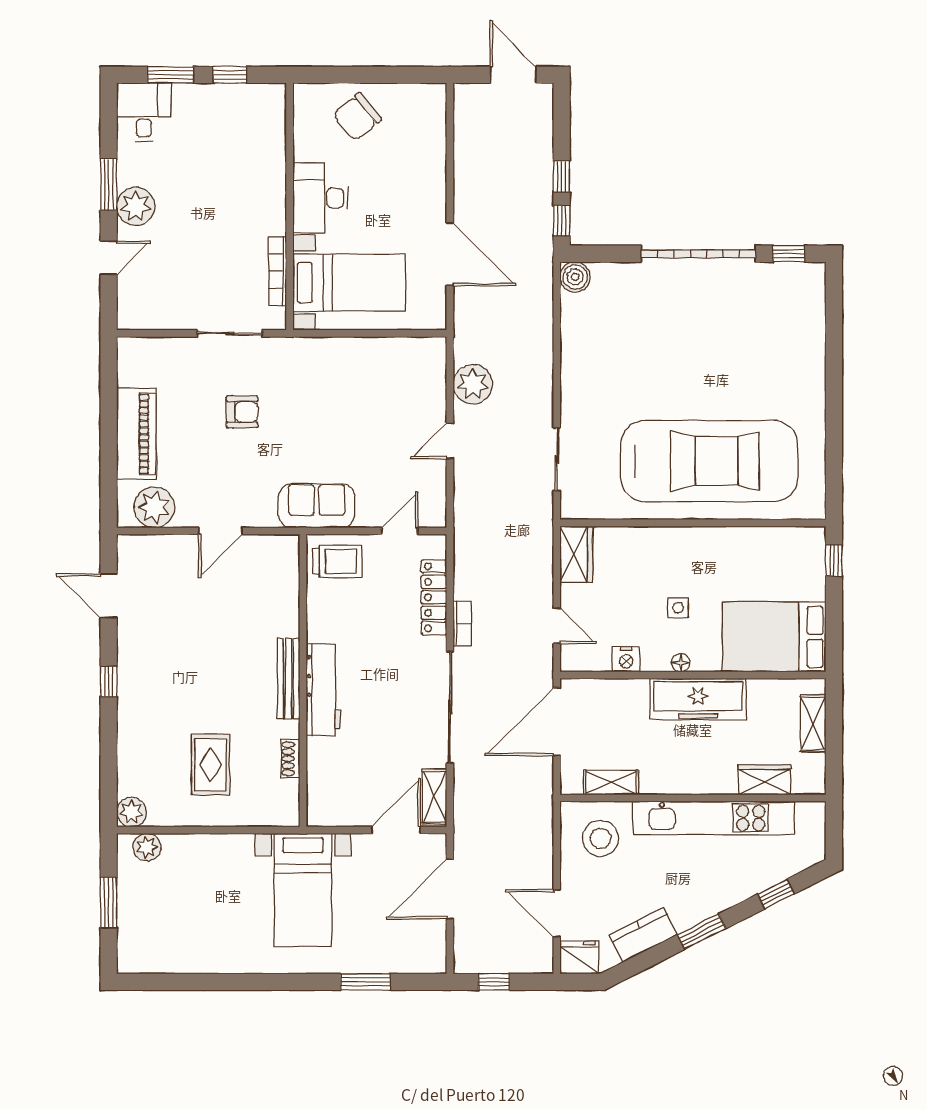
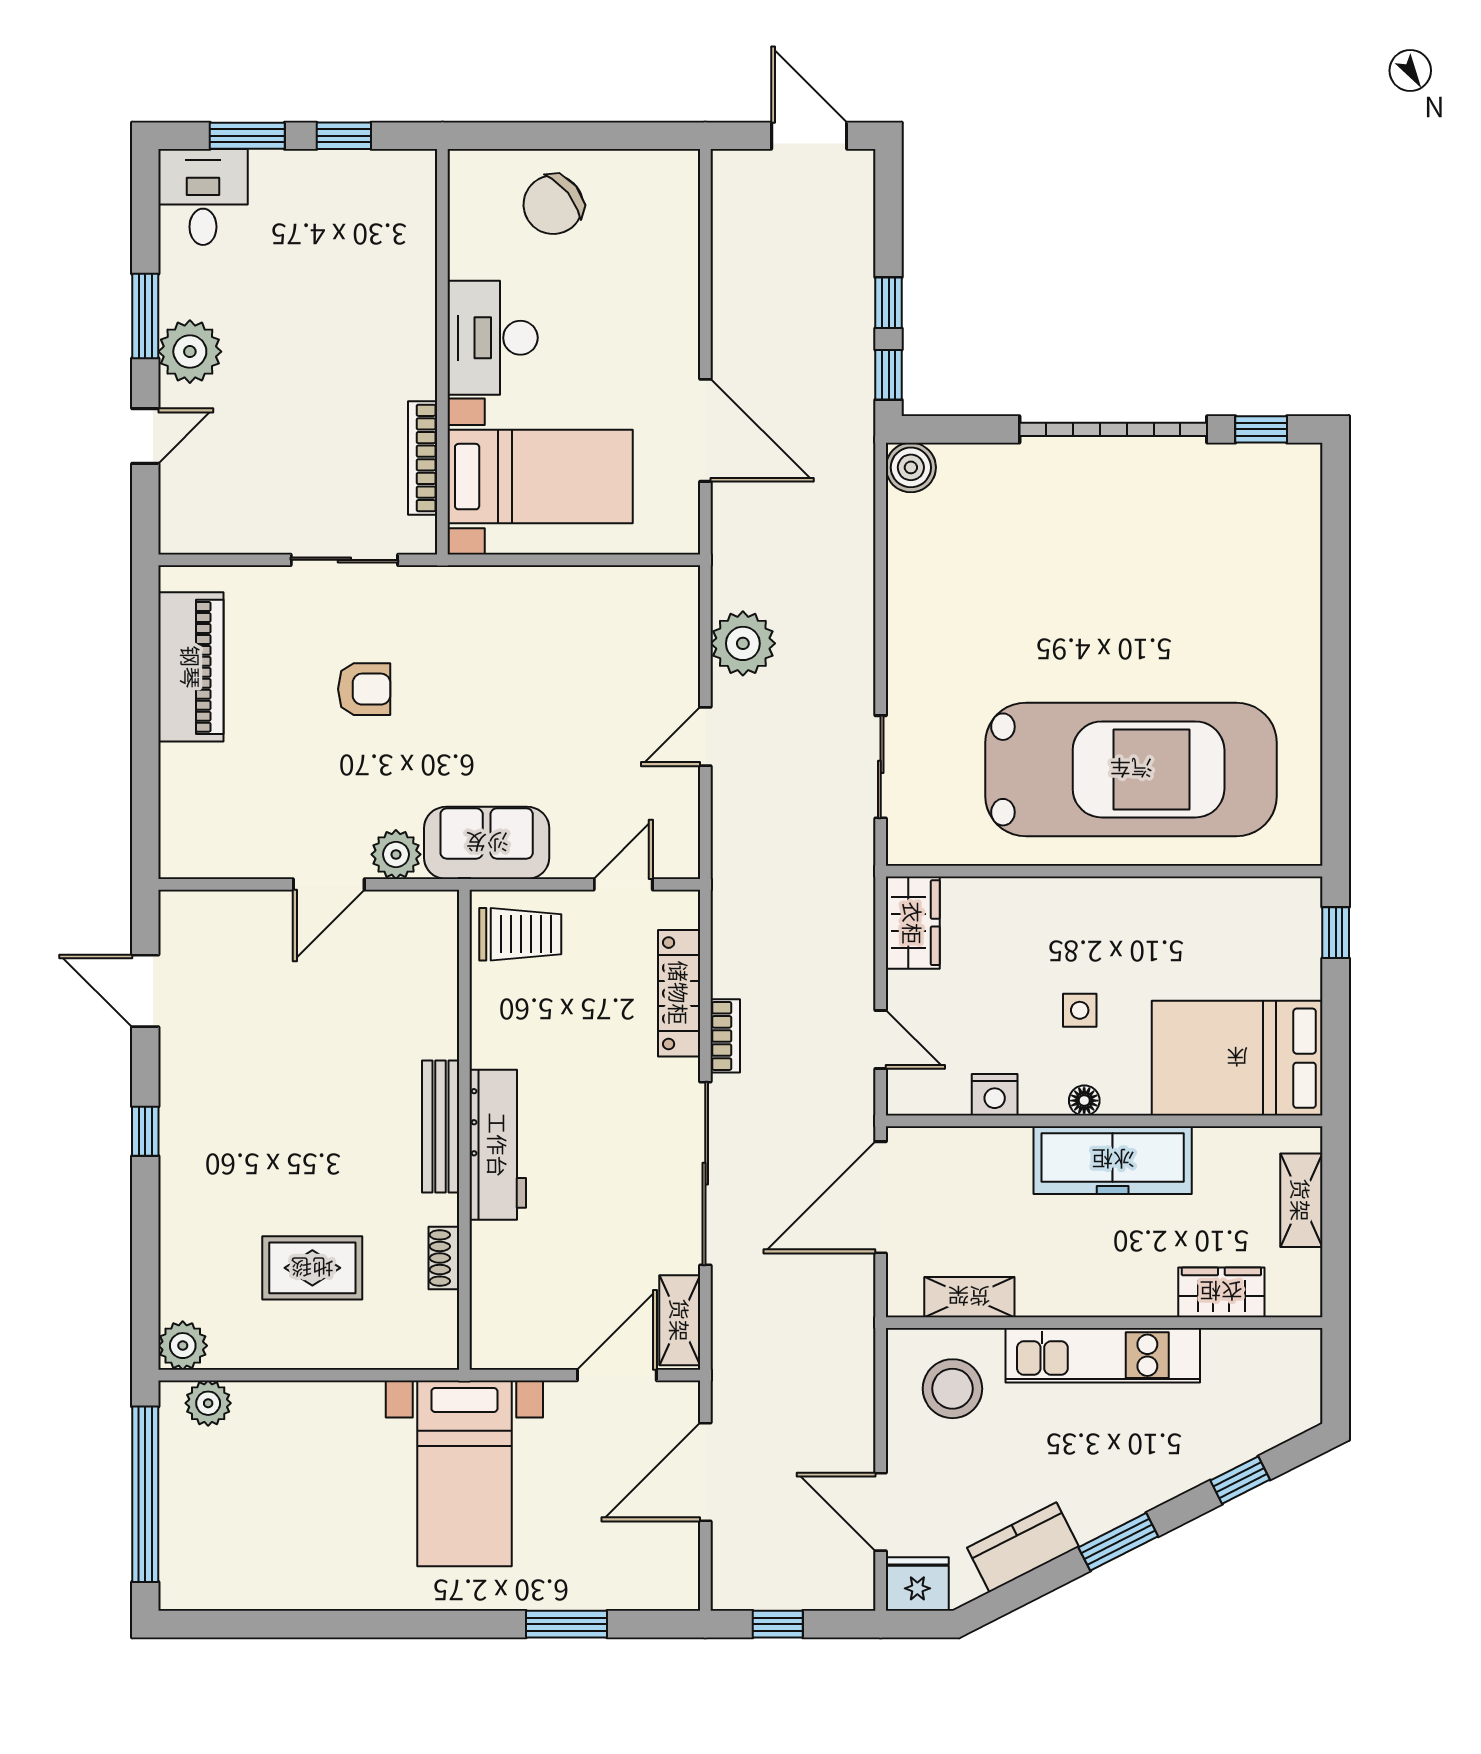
piano: (136, 434) -> (191, 667), moved
plant: (154, 507) -> (396, 854), moved, width x0.73, depth x0.73
rug: (210, 765) -> (312, 1268), turned 90
kitchen unit: (714, 818) -> (1103, 1355), width x0.73
window: (109, 903) -> (145, 1494), width x2.11

